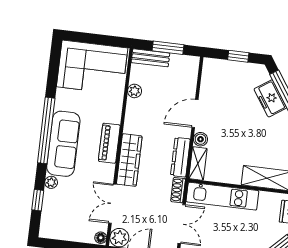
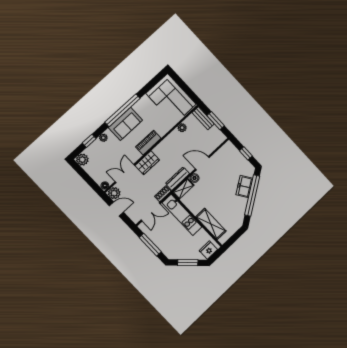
sofa: (63, 144) -> (125, 124), width x0.73
wardrobe: (129, 160) -> (147, 163), width x0.67
plant: (49, 229) -> (82, 160), added

